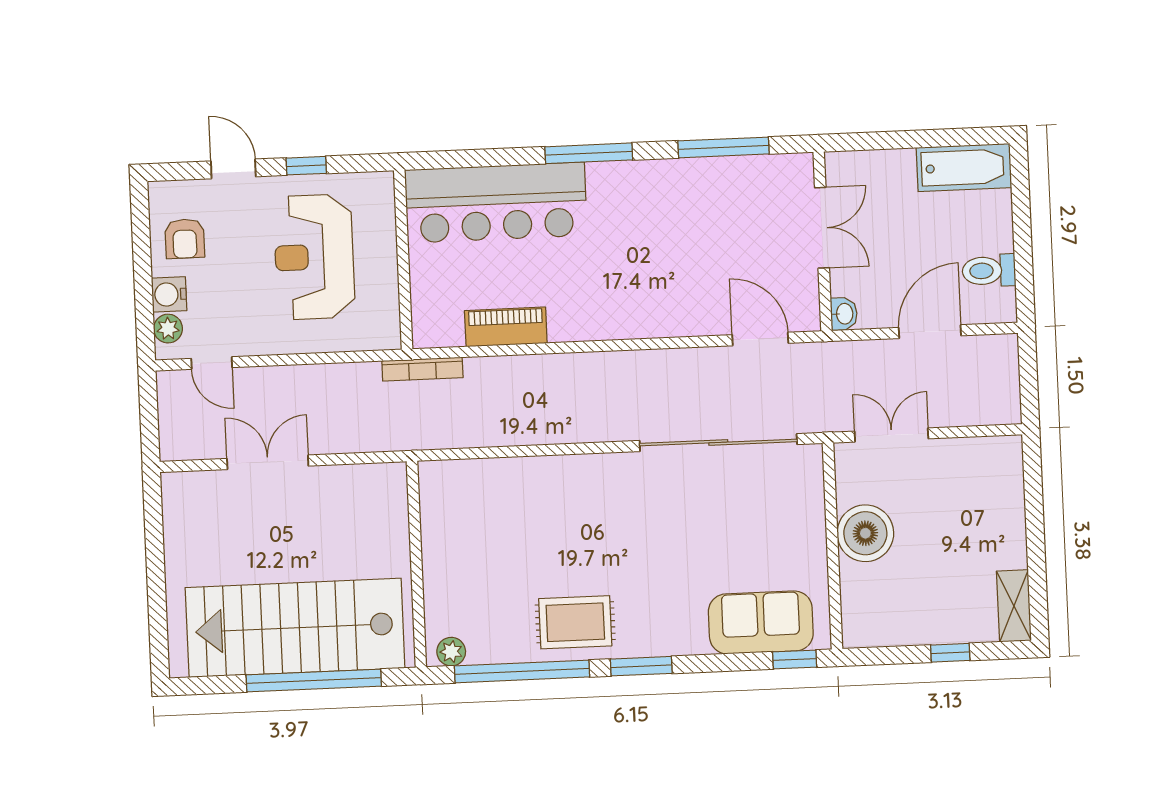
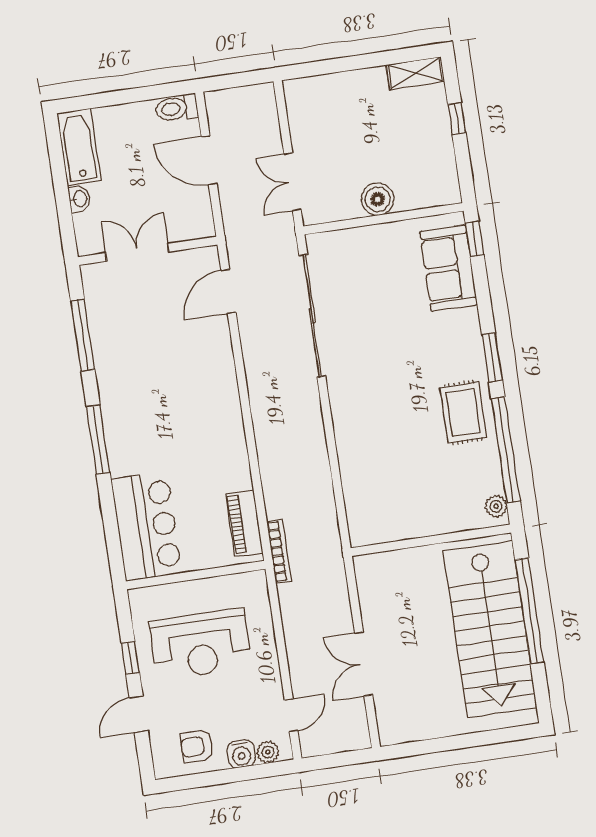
bar counter: (496, 203) -> (147, 526), width x0.73
armchair: (185, 239) -> (197, 746), turned 180
toilet: (989, 271) -> (177, 108), moved, turned 90
washbasin: (844, 314) -> (80, 199), moved, turned 90
piano: (506, 327) -> (244, 523), moved
boiler: (865, 533) -> (378, 199), width x0.73, depth x0.73

